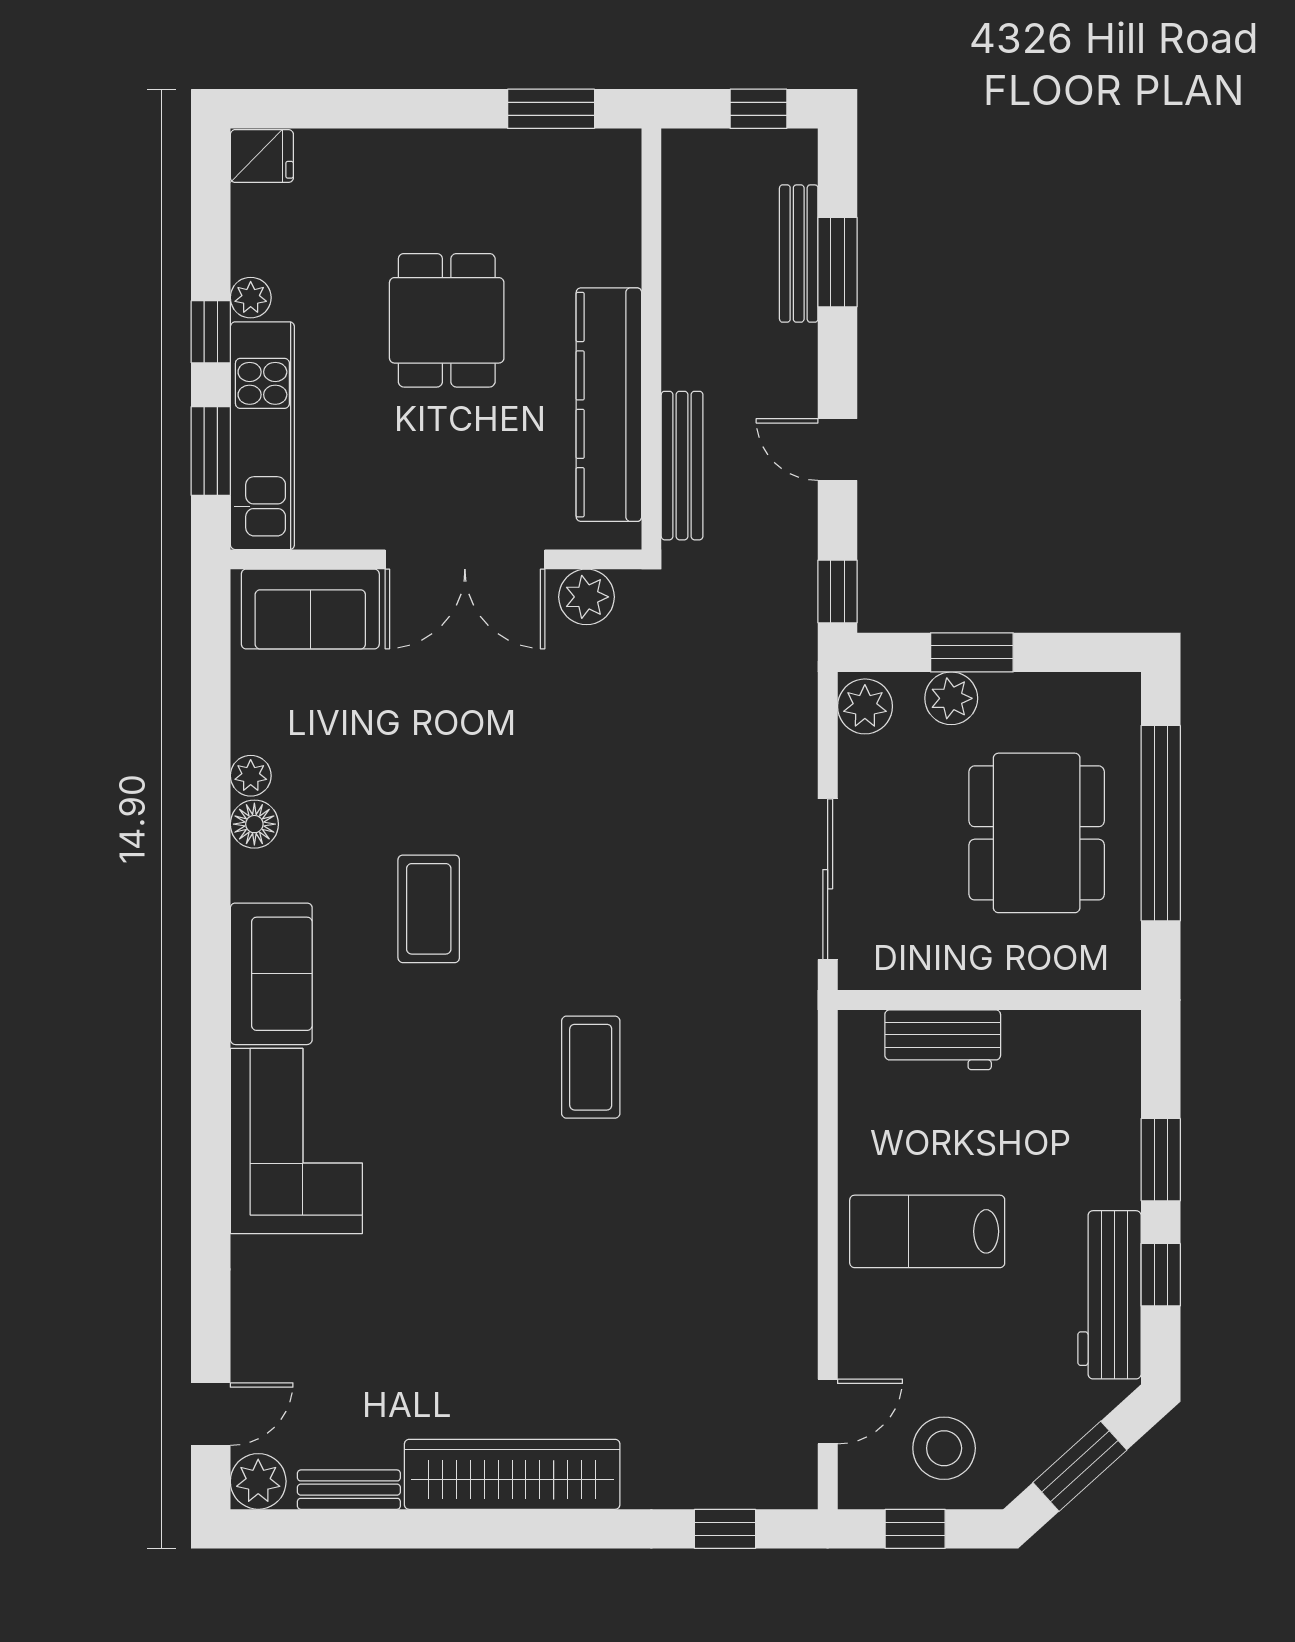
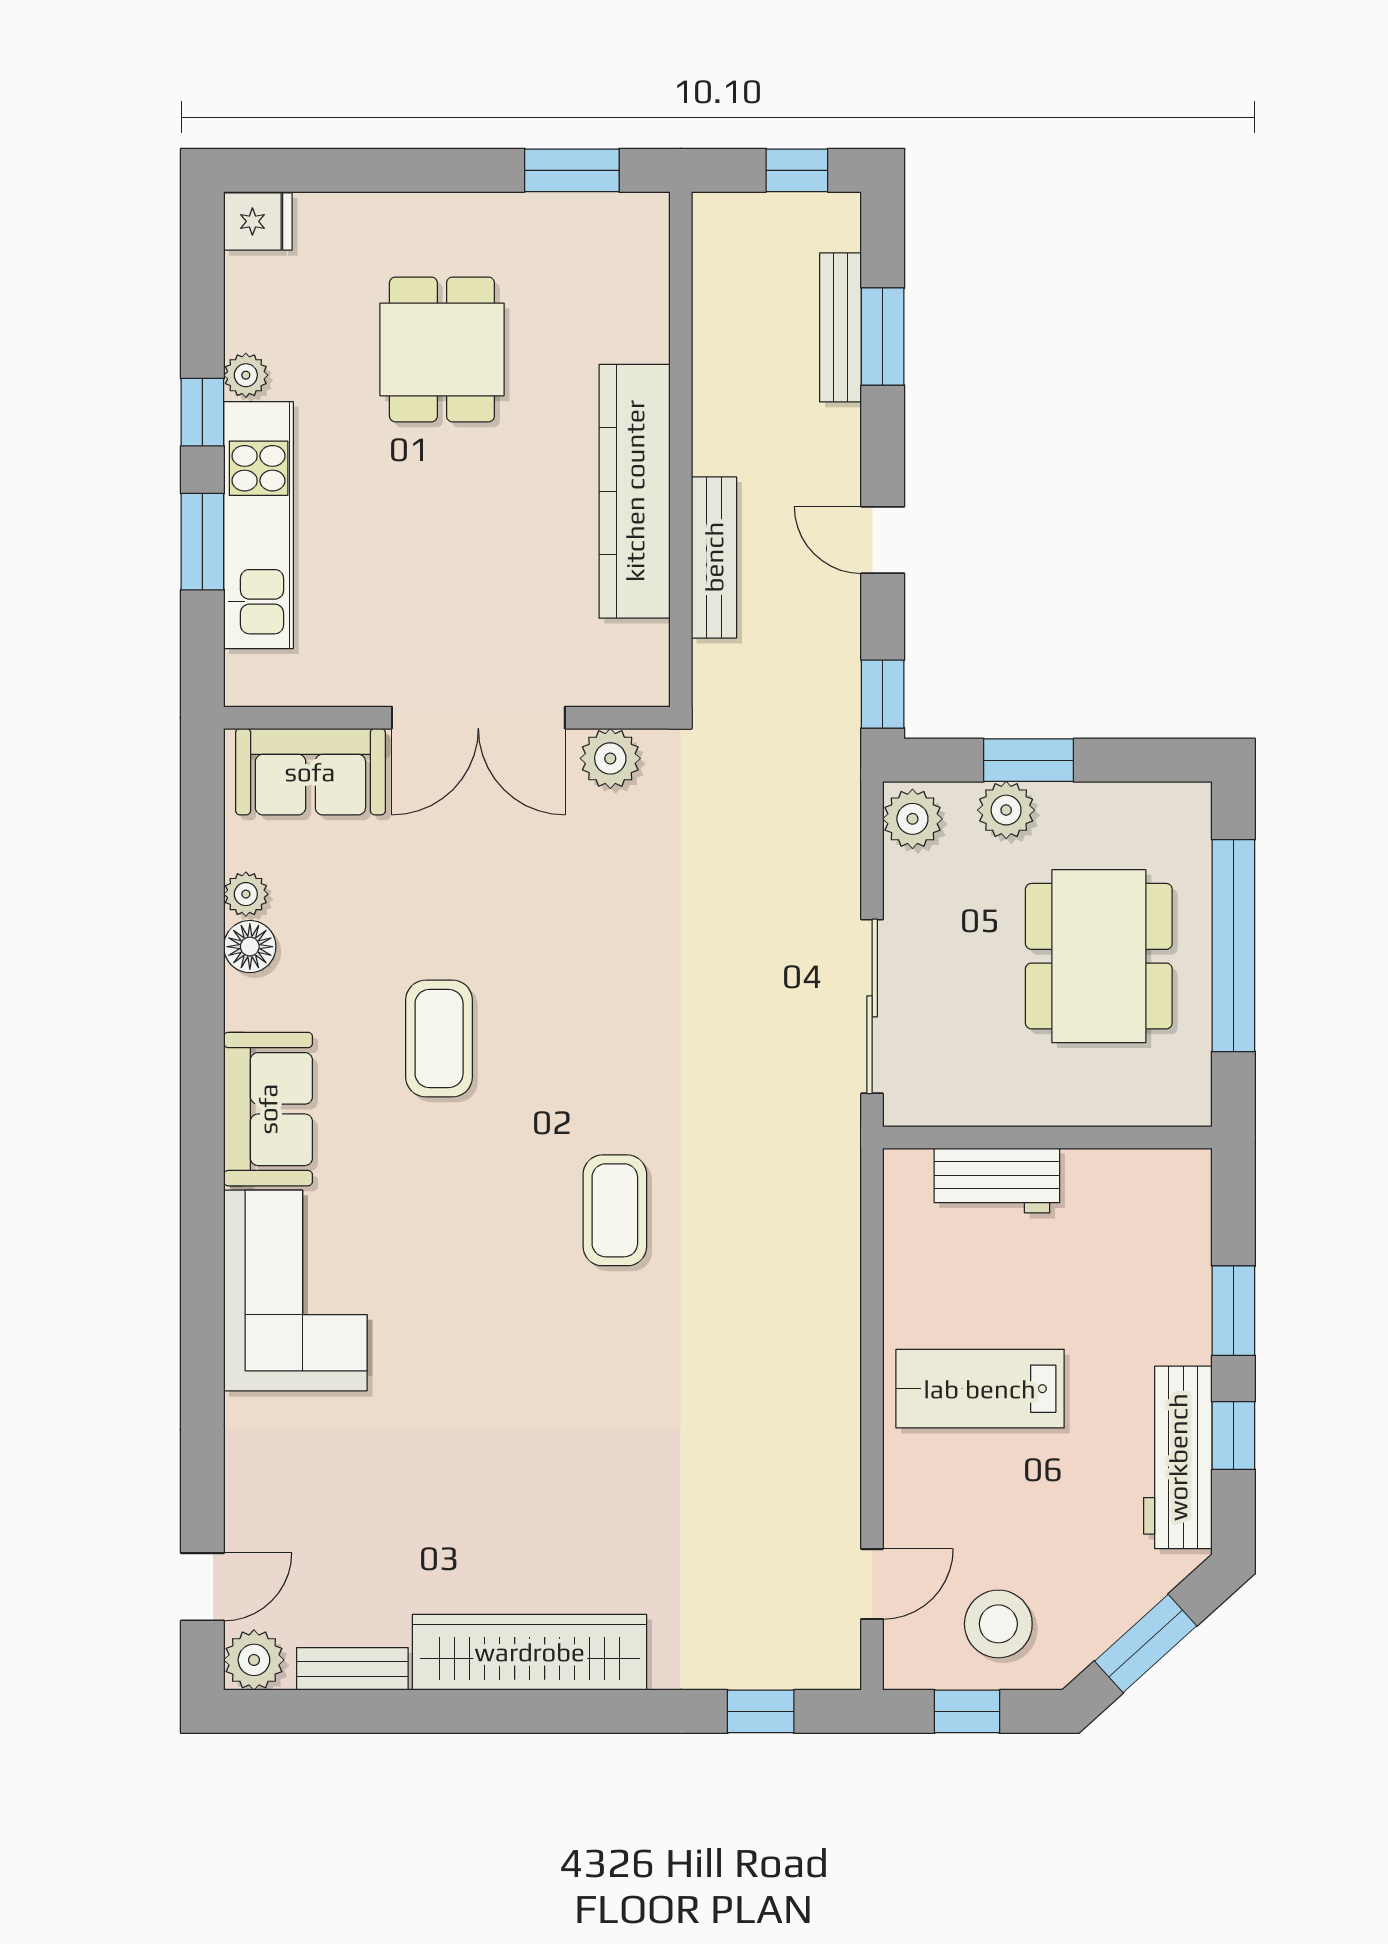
dining table: (447, 320) -> (442, 349), moved
wall: (436, 559) -> (447, 718), moved
double door: (465, 559) -> (478, 718), moved
plant: (587, 597) -> (610, 758), moved
sofa: (310, 609) -> (310, 772), moved

